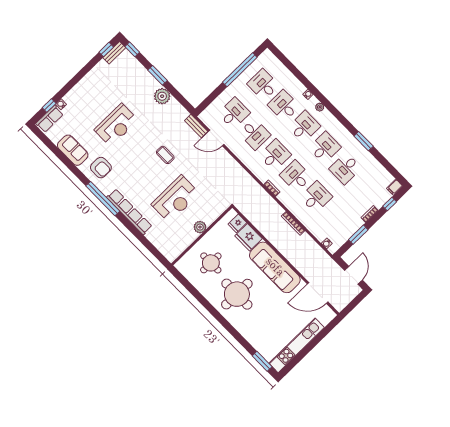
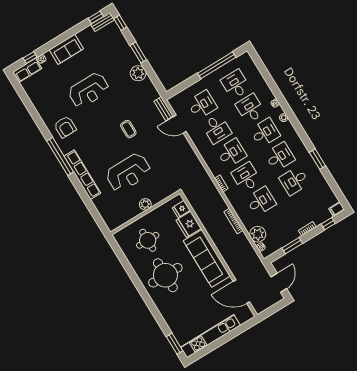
sofa: (73, 150) -> (66, 49), moved, turned 90
plant: (321, 231) -> (258, 234), added

